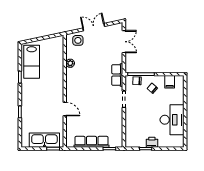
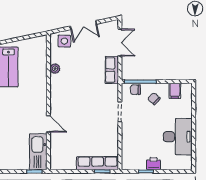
double door: (94, 27) -> (83, 25), swing flipped
row of seats: (117, 75) -> (112, 70), moved
kitchen sink: (44, 140) -> (38, 152), moved, turned -90
row of seats: (92, 142) -> (98, 163), moved

